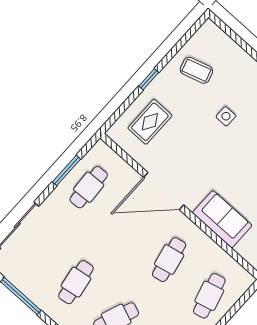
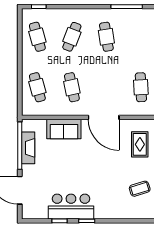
side table: (226, 116) -> (106, 179), removed
door: (164, 191) -> (104, 117), swing flipped

